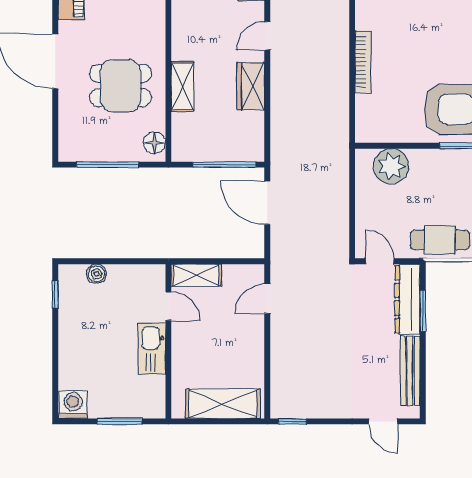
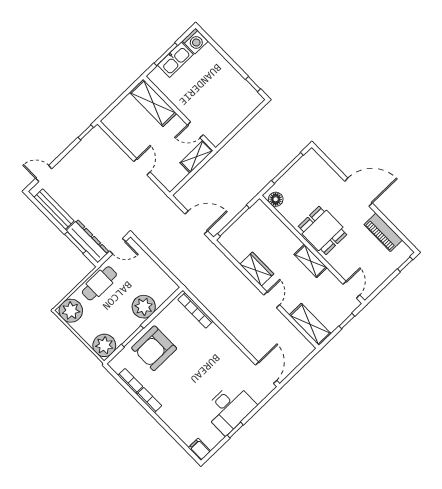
bookcase: (363, 62) -> (195, 310), moved
dining table: (120, 86) -> (323, 230), moved, turned 90
shelving: (183, 86) -> (311, 261), moved
plant: (391, 166) -> (144, 307), moved
boiler: (96, 274) -> (243, 112), removed
door: (267, 299) -> (142, 167), moved
kitchen sink: (152, 349) -> (175, 60), moved, turned 90
shelving: (223, 404) -> (153, 103), moved, turned 90

